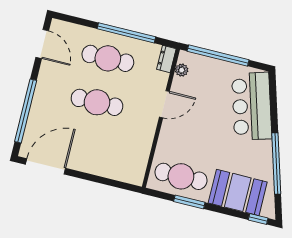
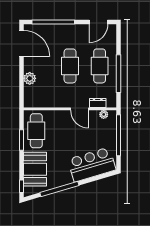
dresser: (166, 59) -> (98, 103), moved
plant: (101, 167) -> (30, 78), added

